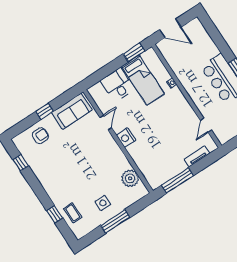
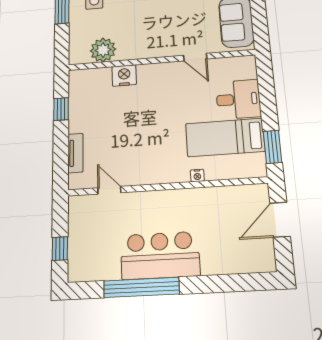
nightstand: (126, 138) -> (124, 75), moved
window: (178, 180) -> (61, 109), width x0.46

